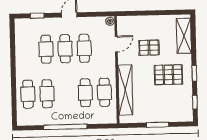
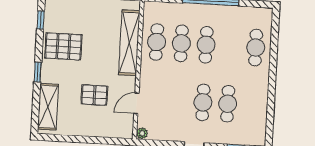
cafe table: (84, 48) -> (178, 101), removed
window: (194, 73) -> (38, 72), moved
pallet: (168, 75) -> (63, 46), moved
cafe table: (47, 94) -> (206, 45), moved

